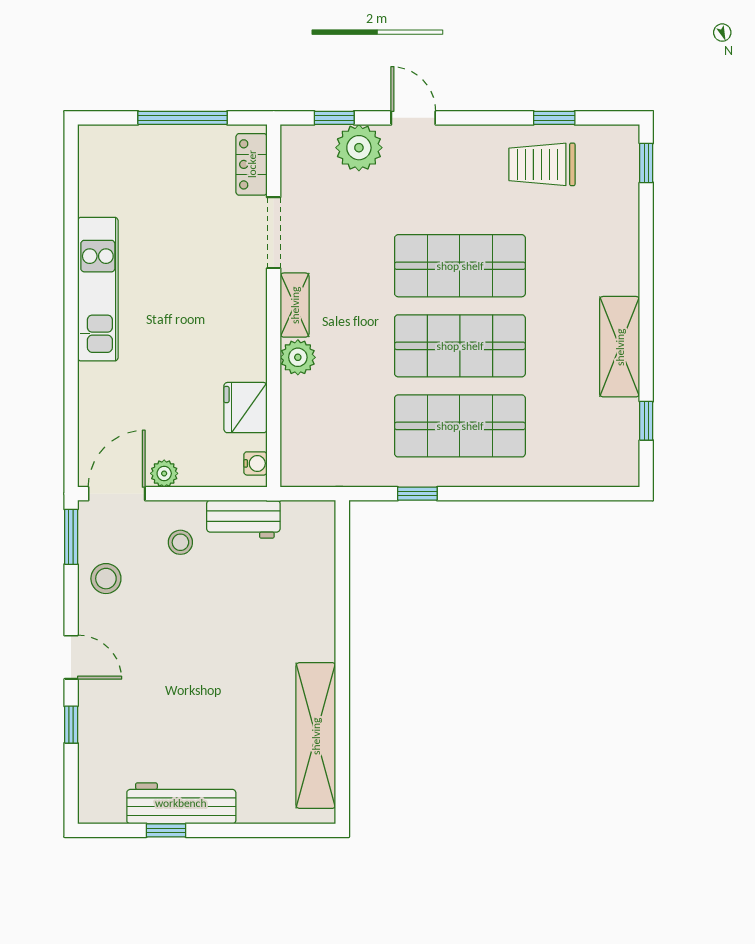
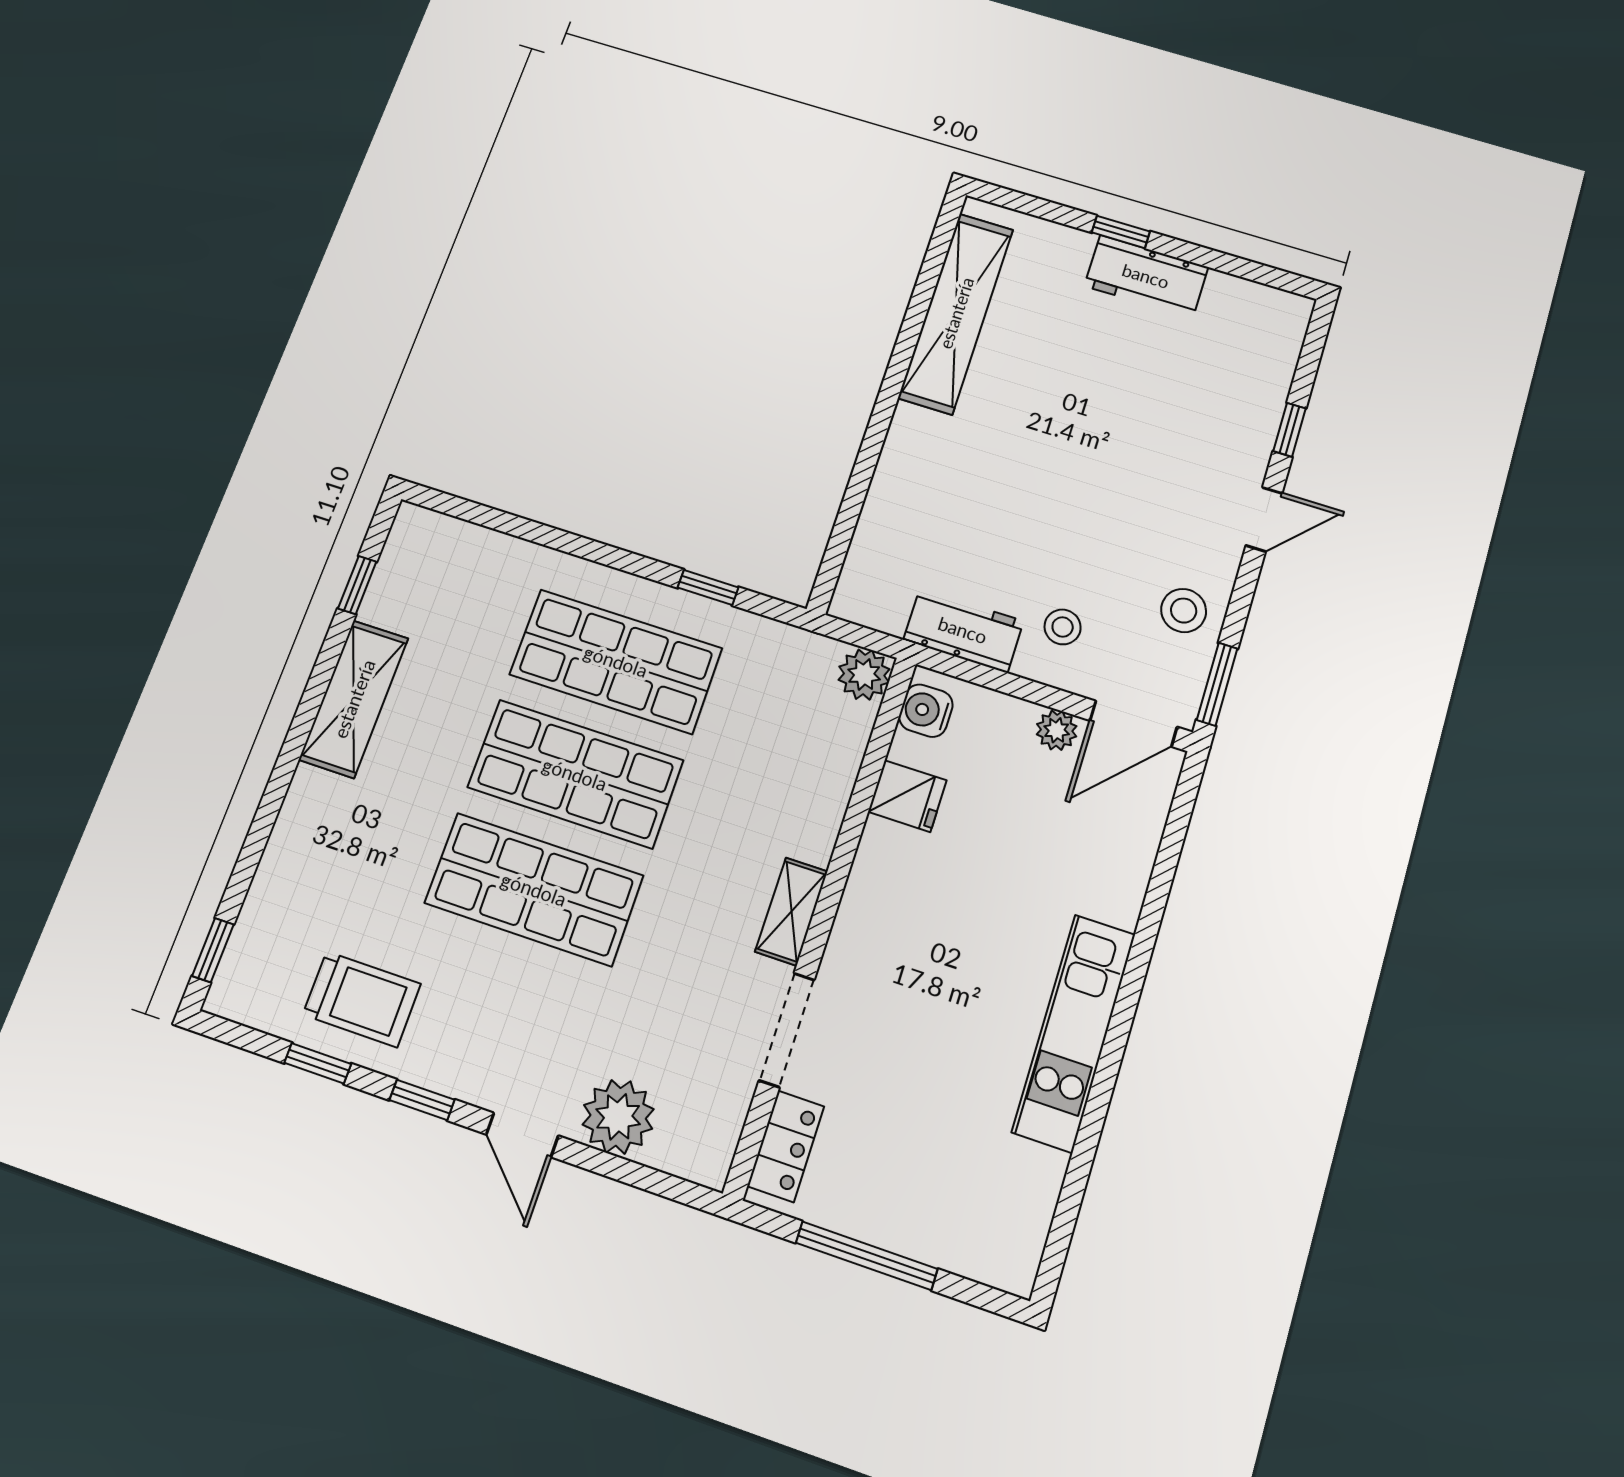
window: (334, 118) -> (422, 1100), moved
plant: (298, 357) -> (864, 674), moved
fridge: (245, 408) -> (907, 796), width x0.72
water cooler: (255, 463) -> (926, 711), width x1.38, depth x1.38
door: (71, 657) -> (1264, 519), swing flipped
workbench: (181, 803) -> (1146, 276), width x0.73
window: (166, 830) -> (1121, 232), moved

